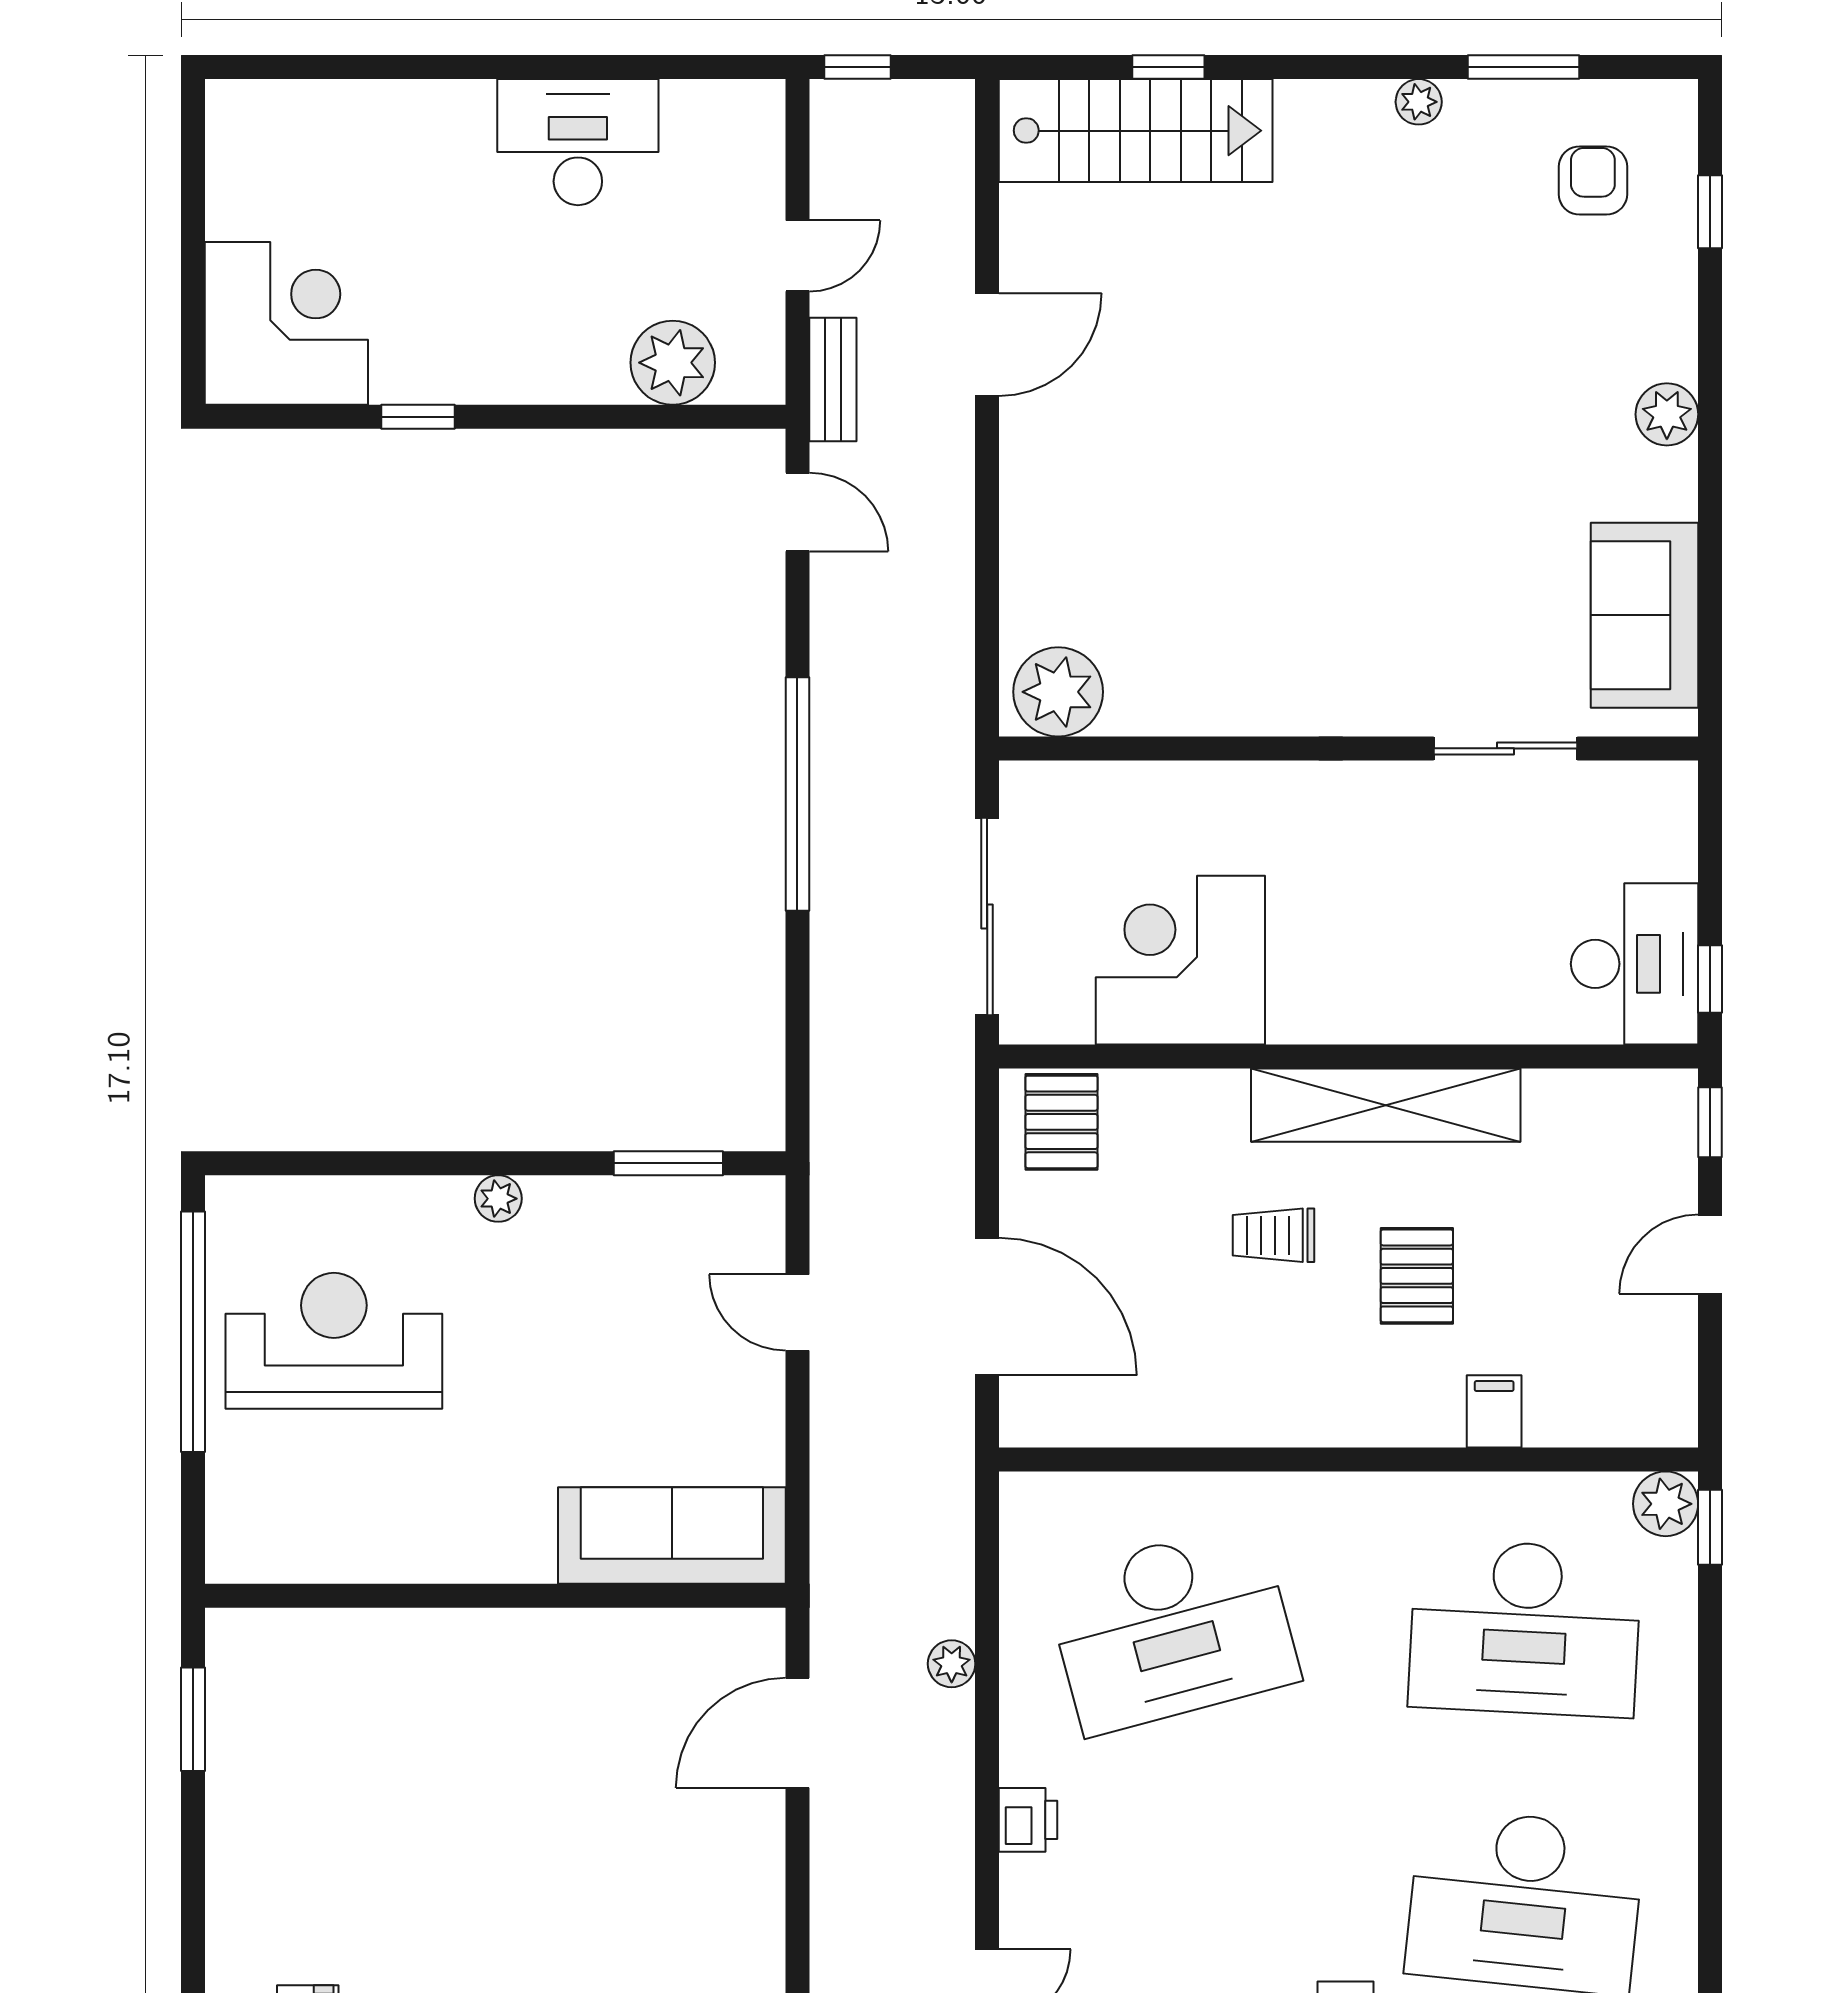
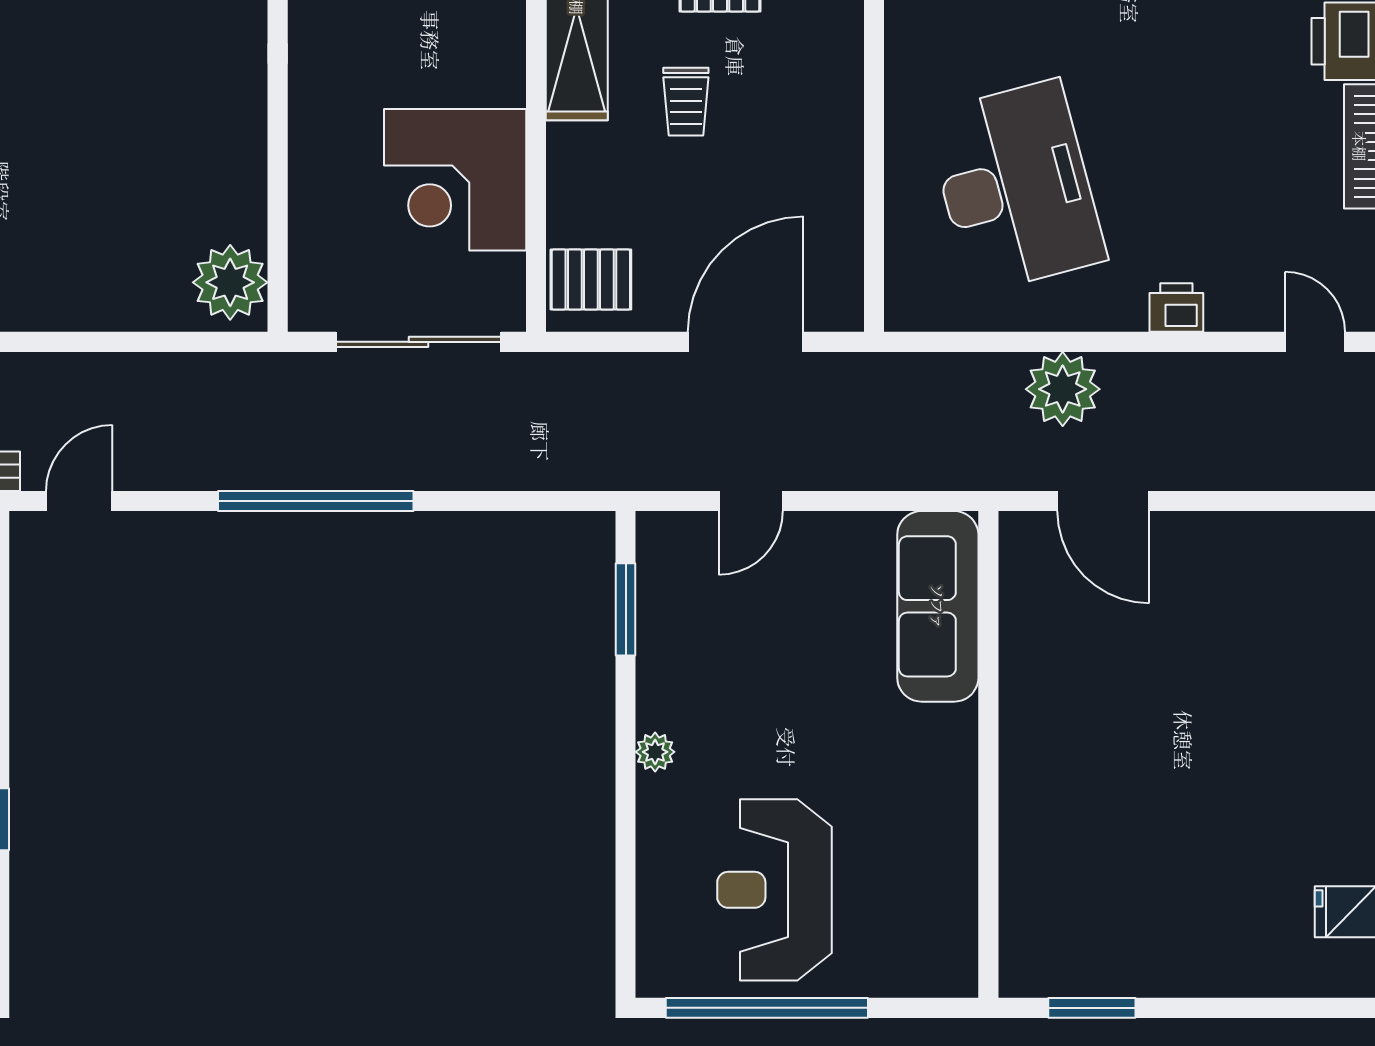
plant: (952, 1664) -> (1063, 389), width x1.88, depth x1.88

